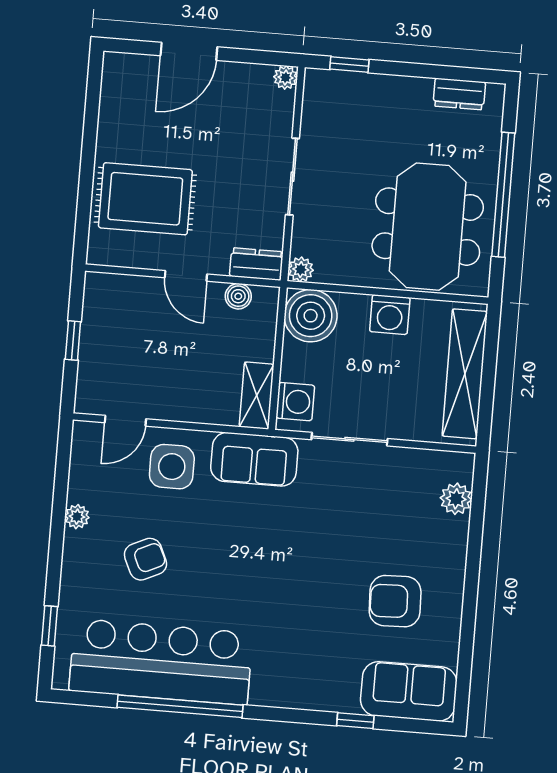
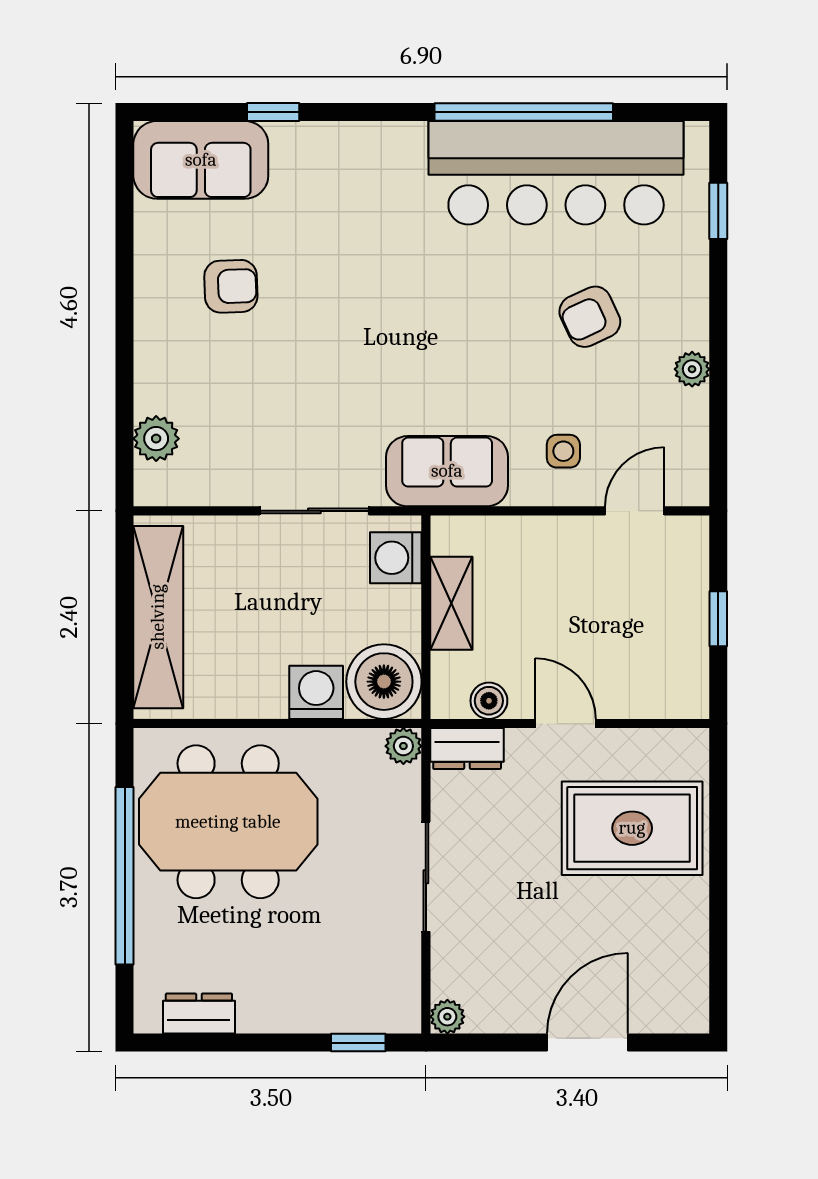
meeting table: (428, 227) -> (228, 822), turned 90
washing machine: (390, 315) -> (316, 692), moved
shelving: (257, 396) -> (451, 603), moved
side table: (172, 467) -> (563, 451), width x0.54, depth x0.54
armchair: (395, 601) -> (231, 286), width x0.72, depth x0.72

